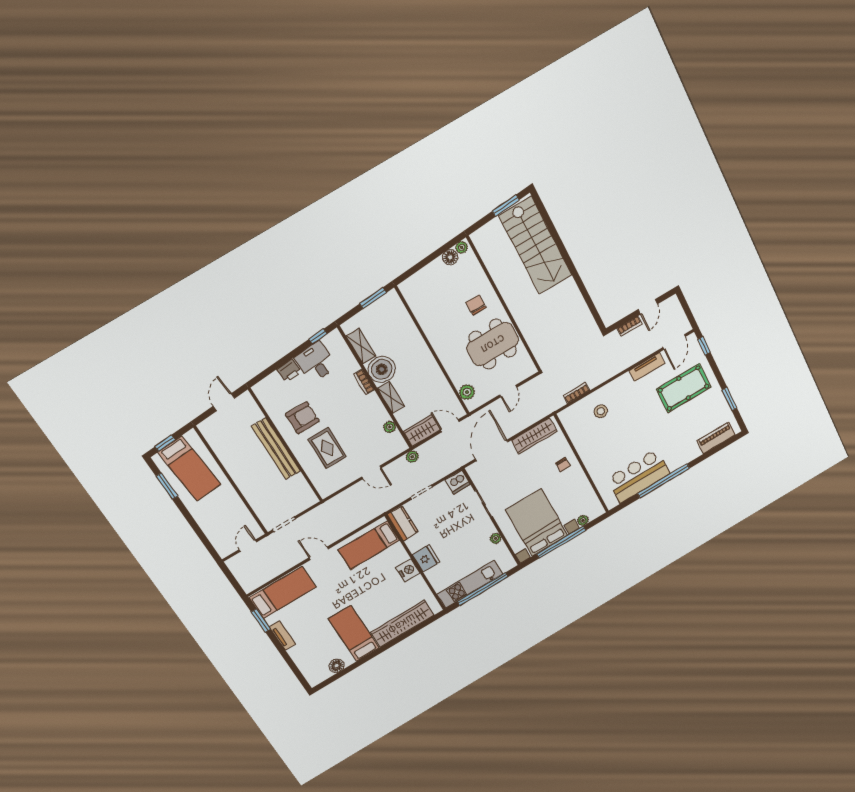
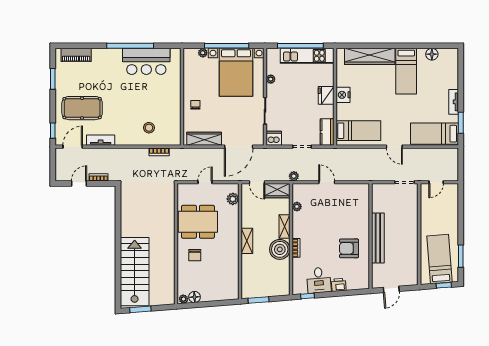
shelving: (361, 346) -> (247, 241), moved
rug: (327, 448) -> (345, 218), removed

